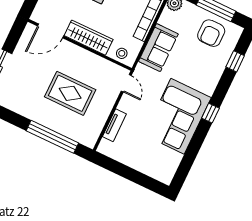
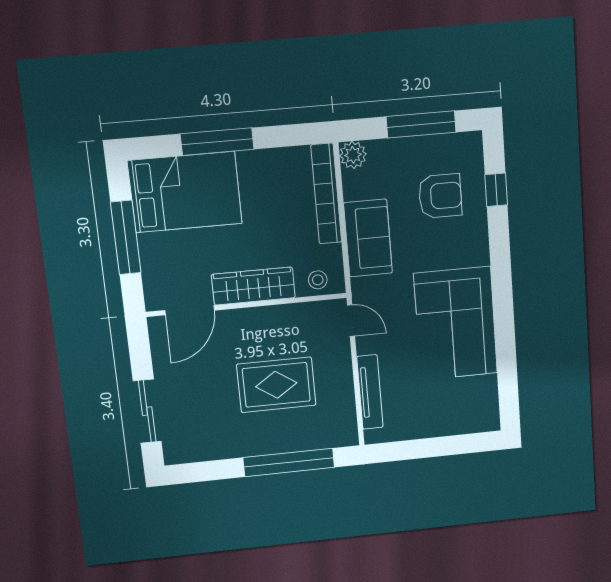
armchair: (211, 33) -> (440, 196), moved, turned -90
window: (210, 113) -> (502, 290), removed
tv unit: (114, 125) -> (370, 392), width x1.41

